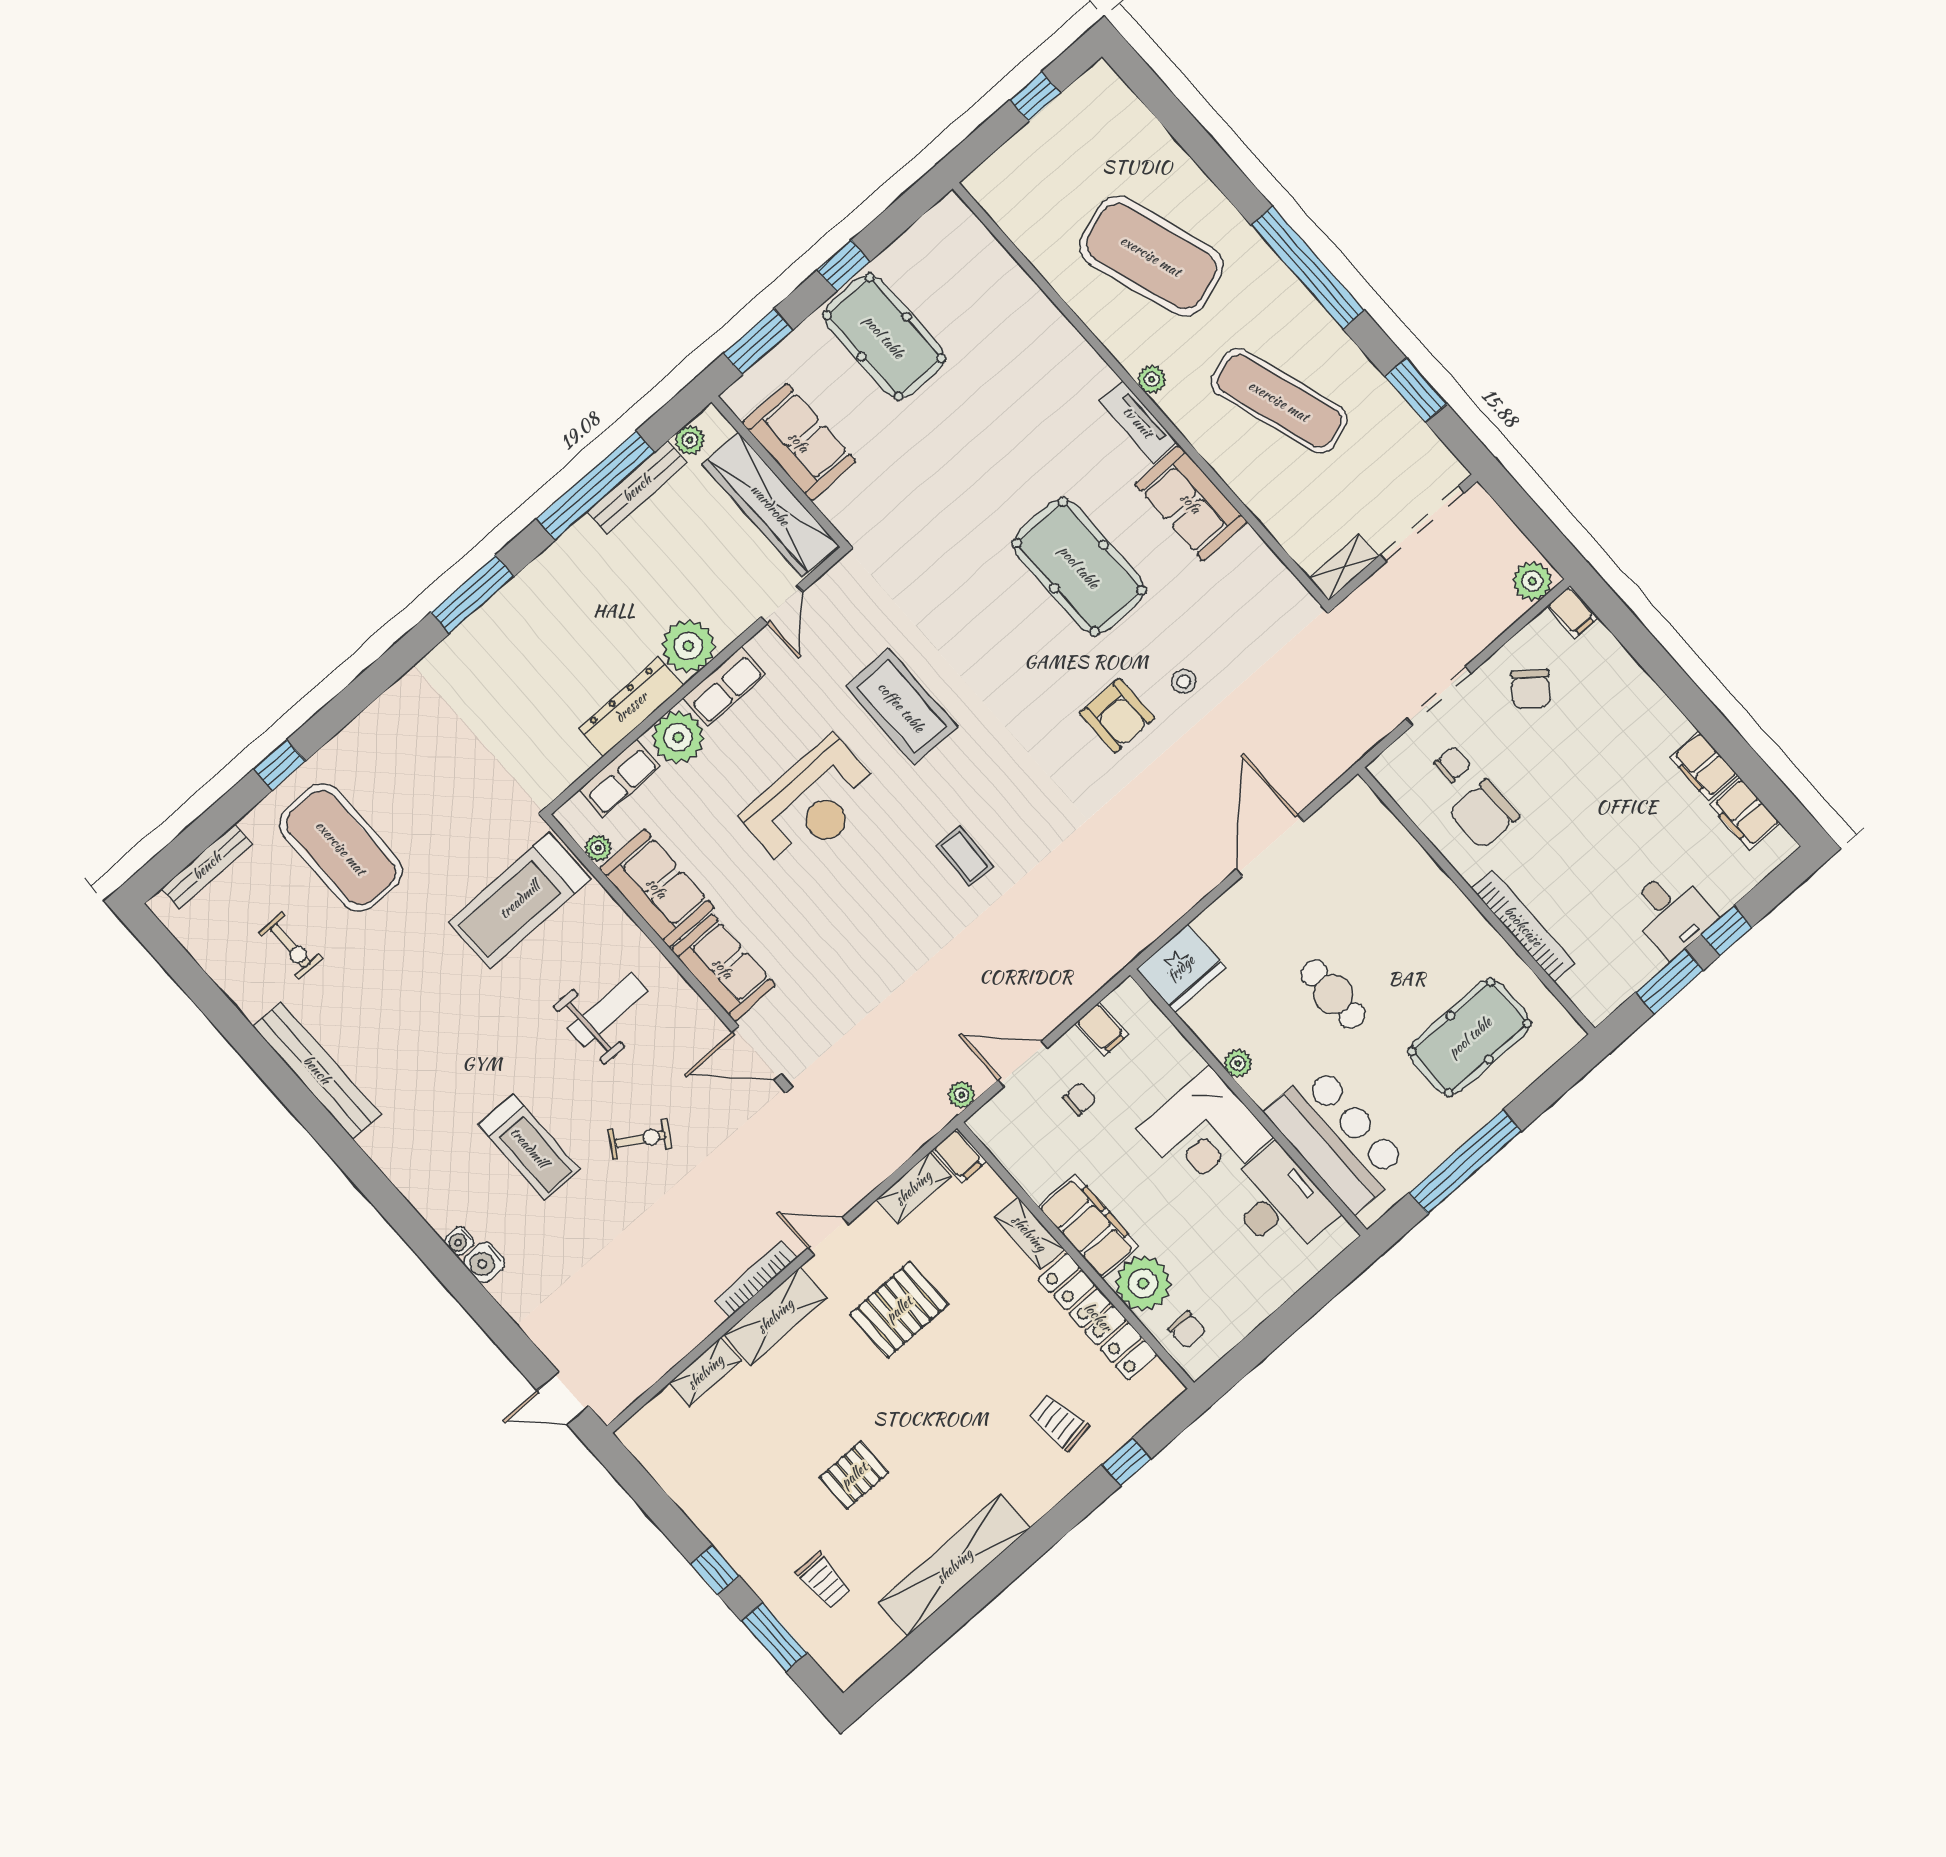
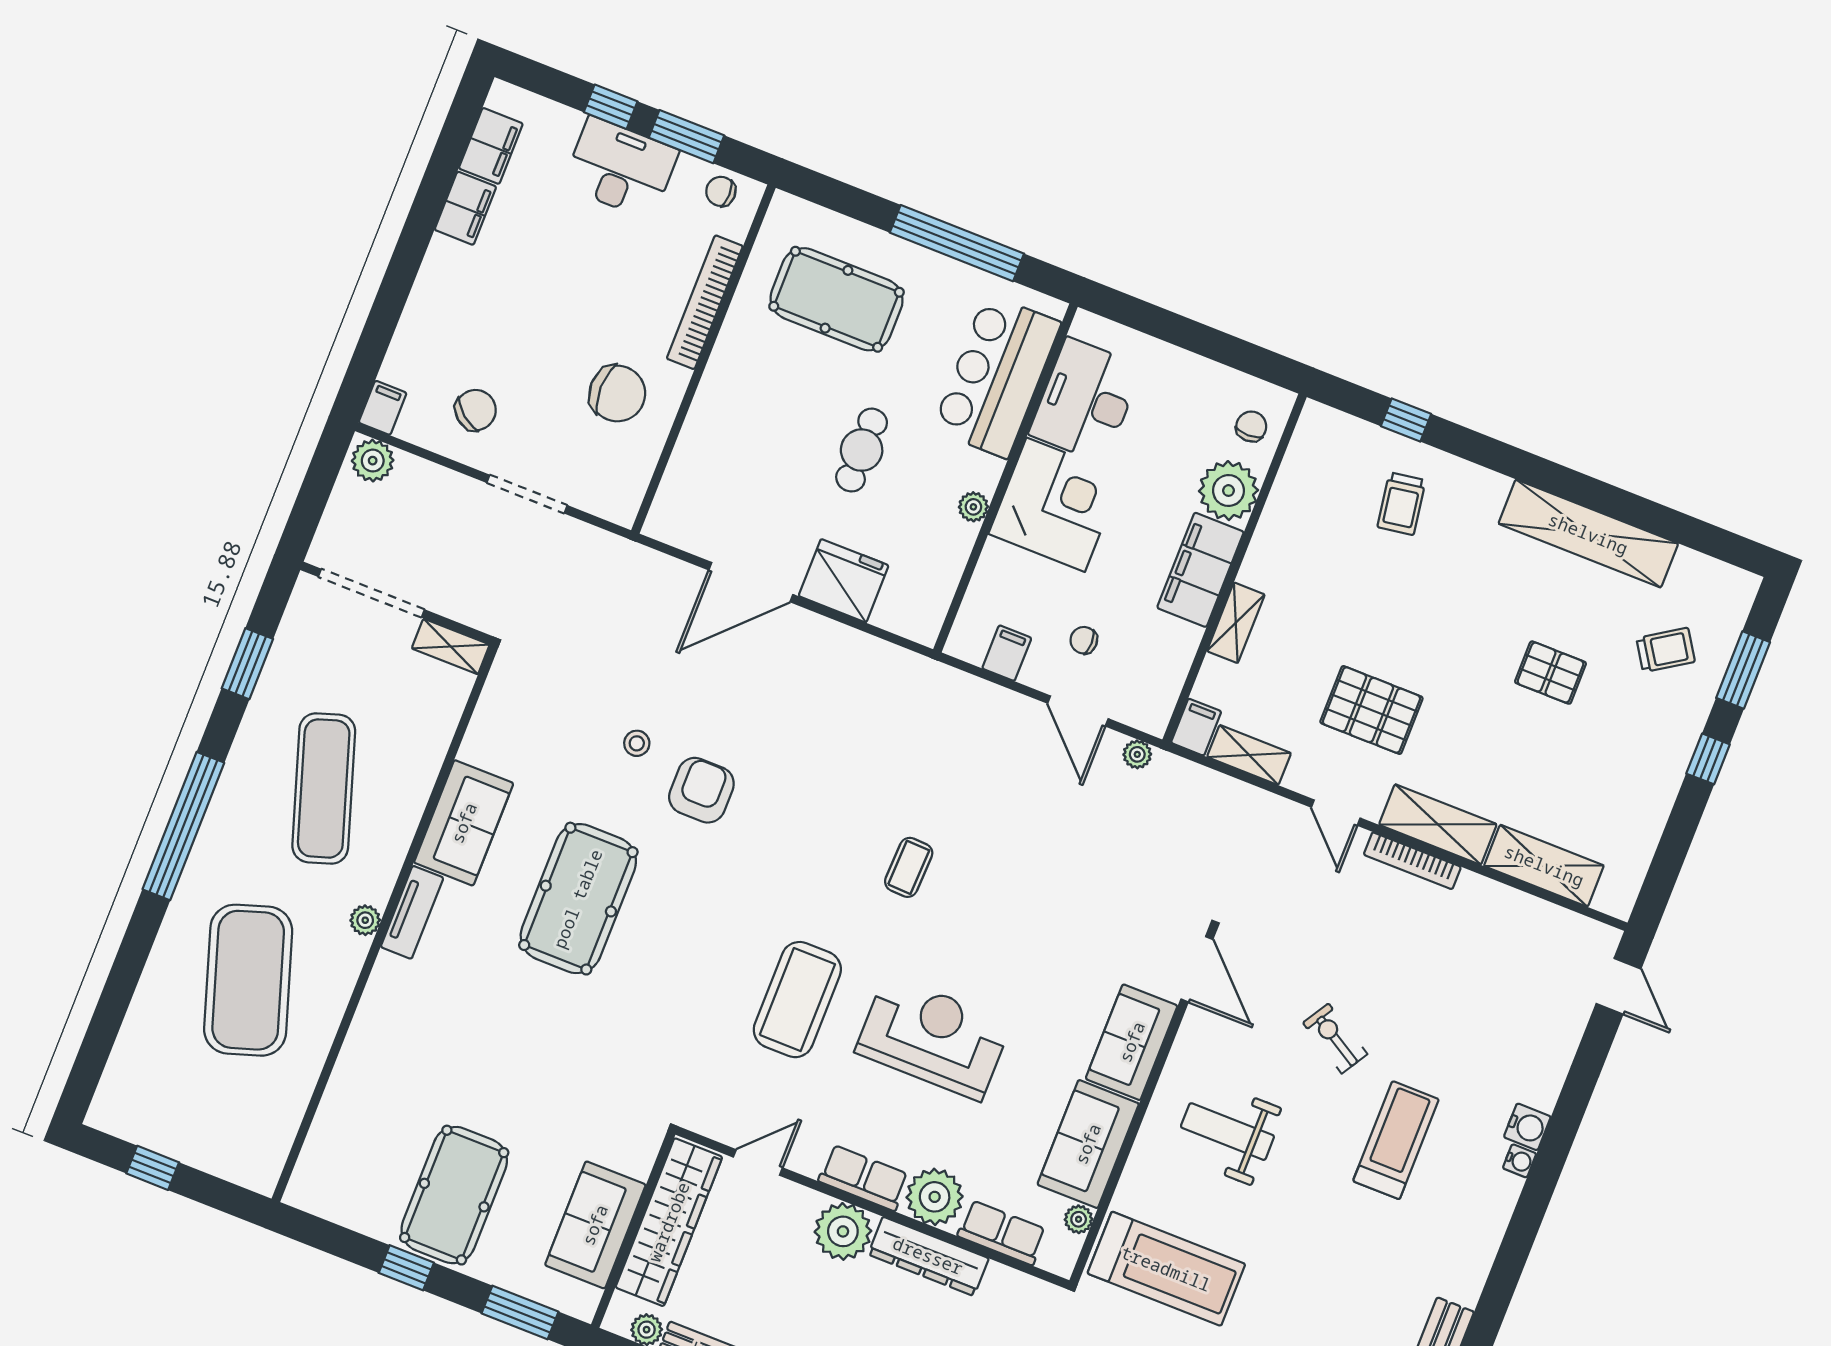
chair: (1453, 764) -> (721, 191), moved
desk: (1671, 913) -> (621, 168), width x1.37
fridge: (1181, 968) -> (844, 581), moved
locker: (1098, 1317) -> (1282, 518), removed
shelving: (705, 1372) -> (1544, 866), width x1.50, depth x1.33
trolley: (824, 1581) -> (1666, 650), turned 57

